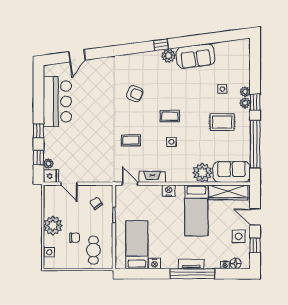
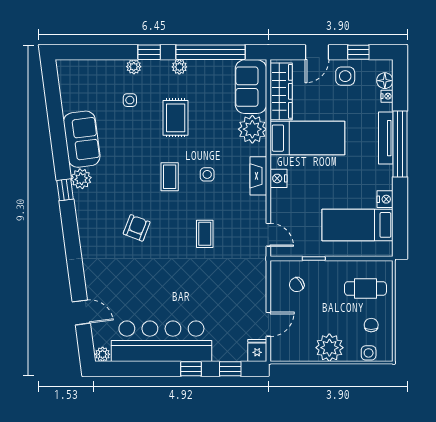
bar counter: (57, 101) -> (161, 341), width x1.36
plant: (245, 103) -> (179, 67), moved
rug: (222, 122) -> (176, 118), moved
plant: (48, 164) -> (103, 354), moved
fireplace: (152, 177) -> (258, 176), moved
door: (130, 184) -> (268, 235), swing flipped
chair: (75, 238) -> (371, 325), moved
tv unit: (191, 264) -> (386, 138), width x1.41

